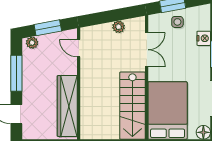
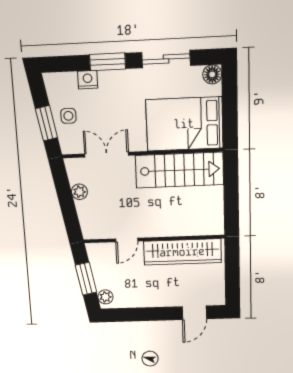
door: (79, 48) -> (127, 240), moved
window: (16, 73) -> (144, 314), removed

